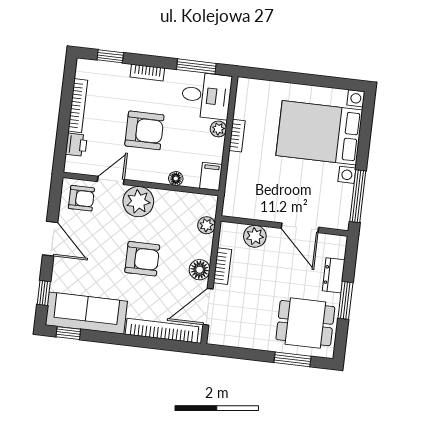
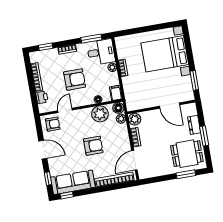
window: (358, 196) -> (194, 80), width x0.69
plant: (138, 202) -> (100, 114), moved
plant: (255, 236) -> (135, 119), moved
floor lamp: (200, 270) -> (118, 108), moved

